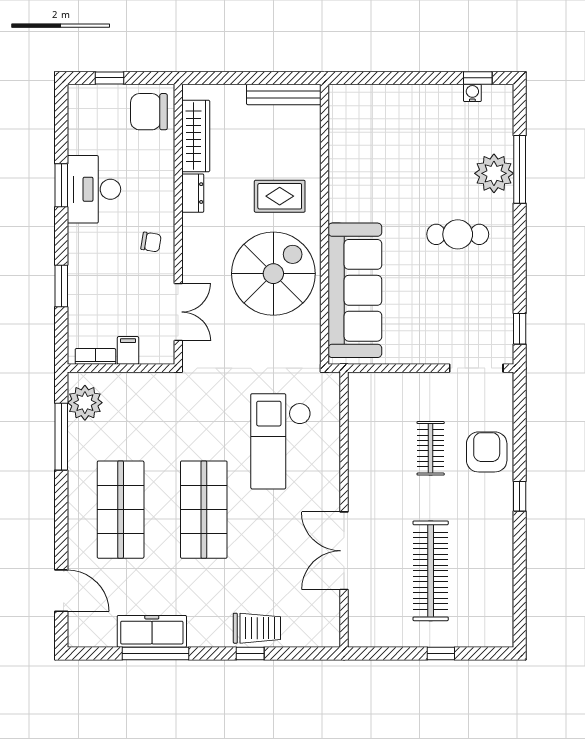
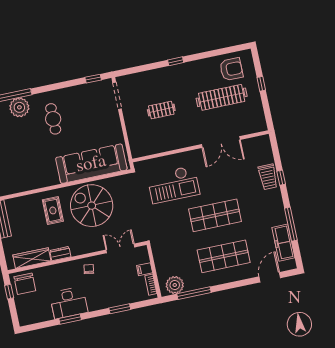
window: (109, 78) -> (9, 292), moved
armchair: (487, 452) -> (231, 69), moved, turned 180
trolley: (257, 628) -> (268, 177), turned 180
freezer: (152, 631) -> (283, 243), moved

